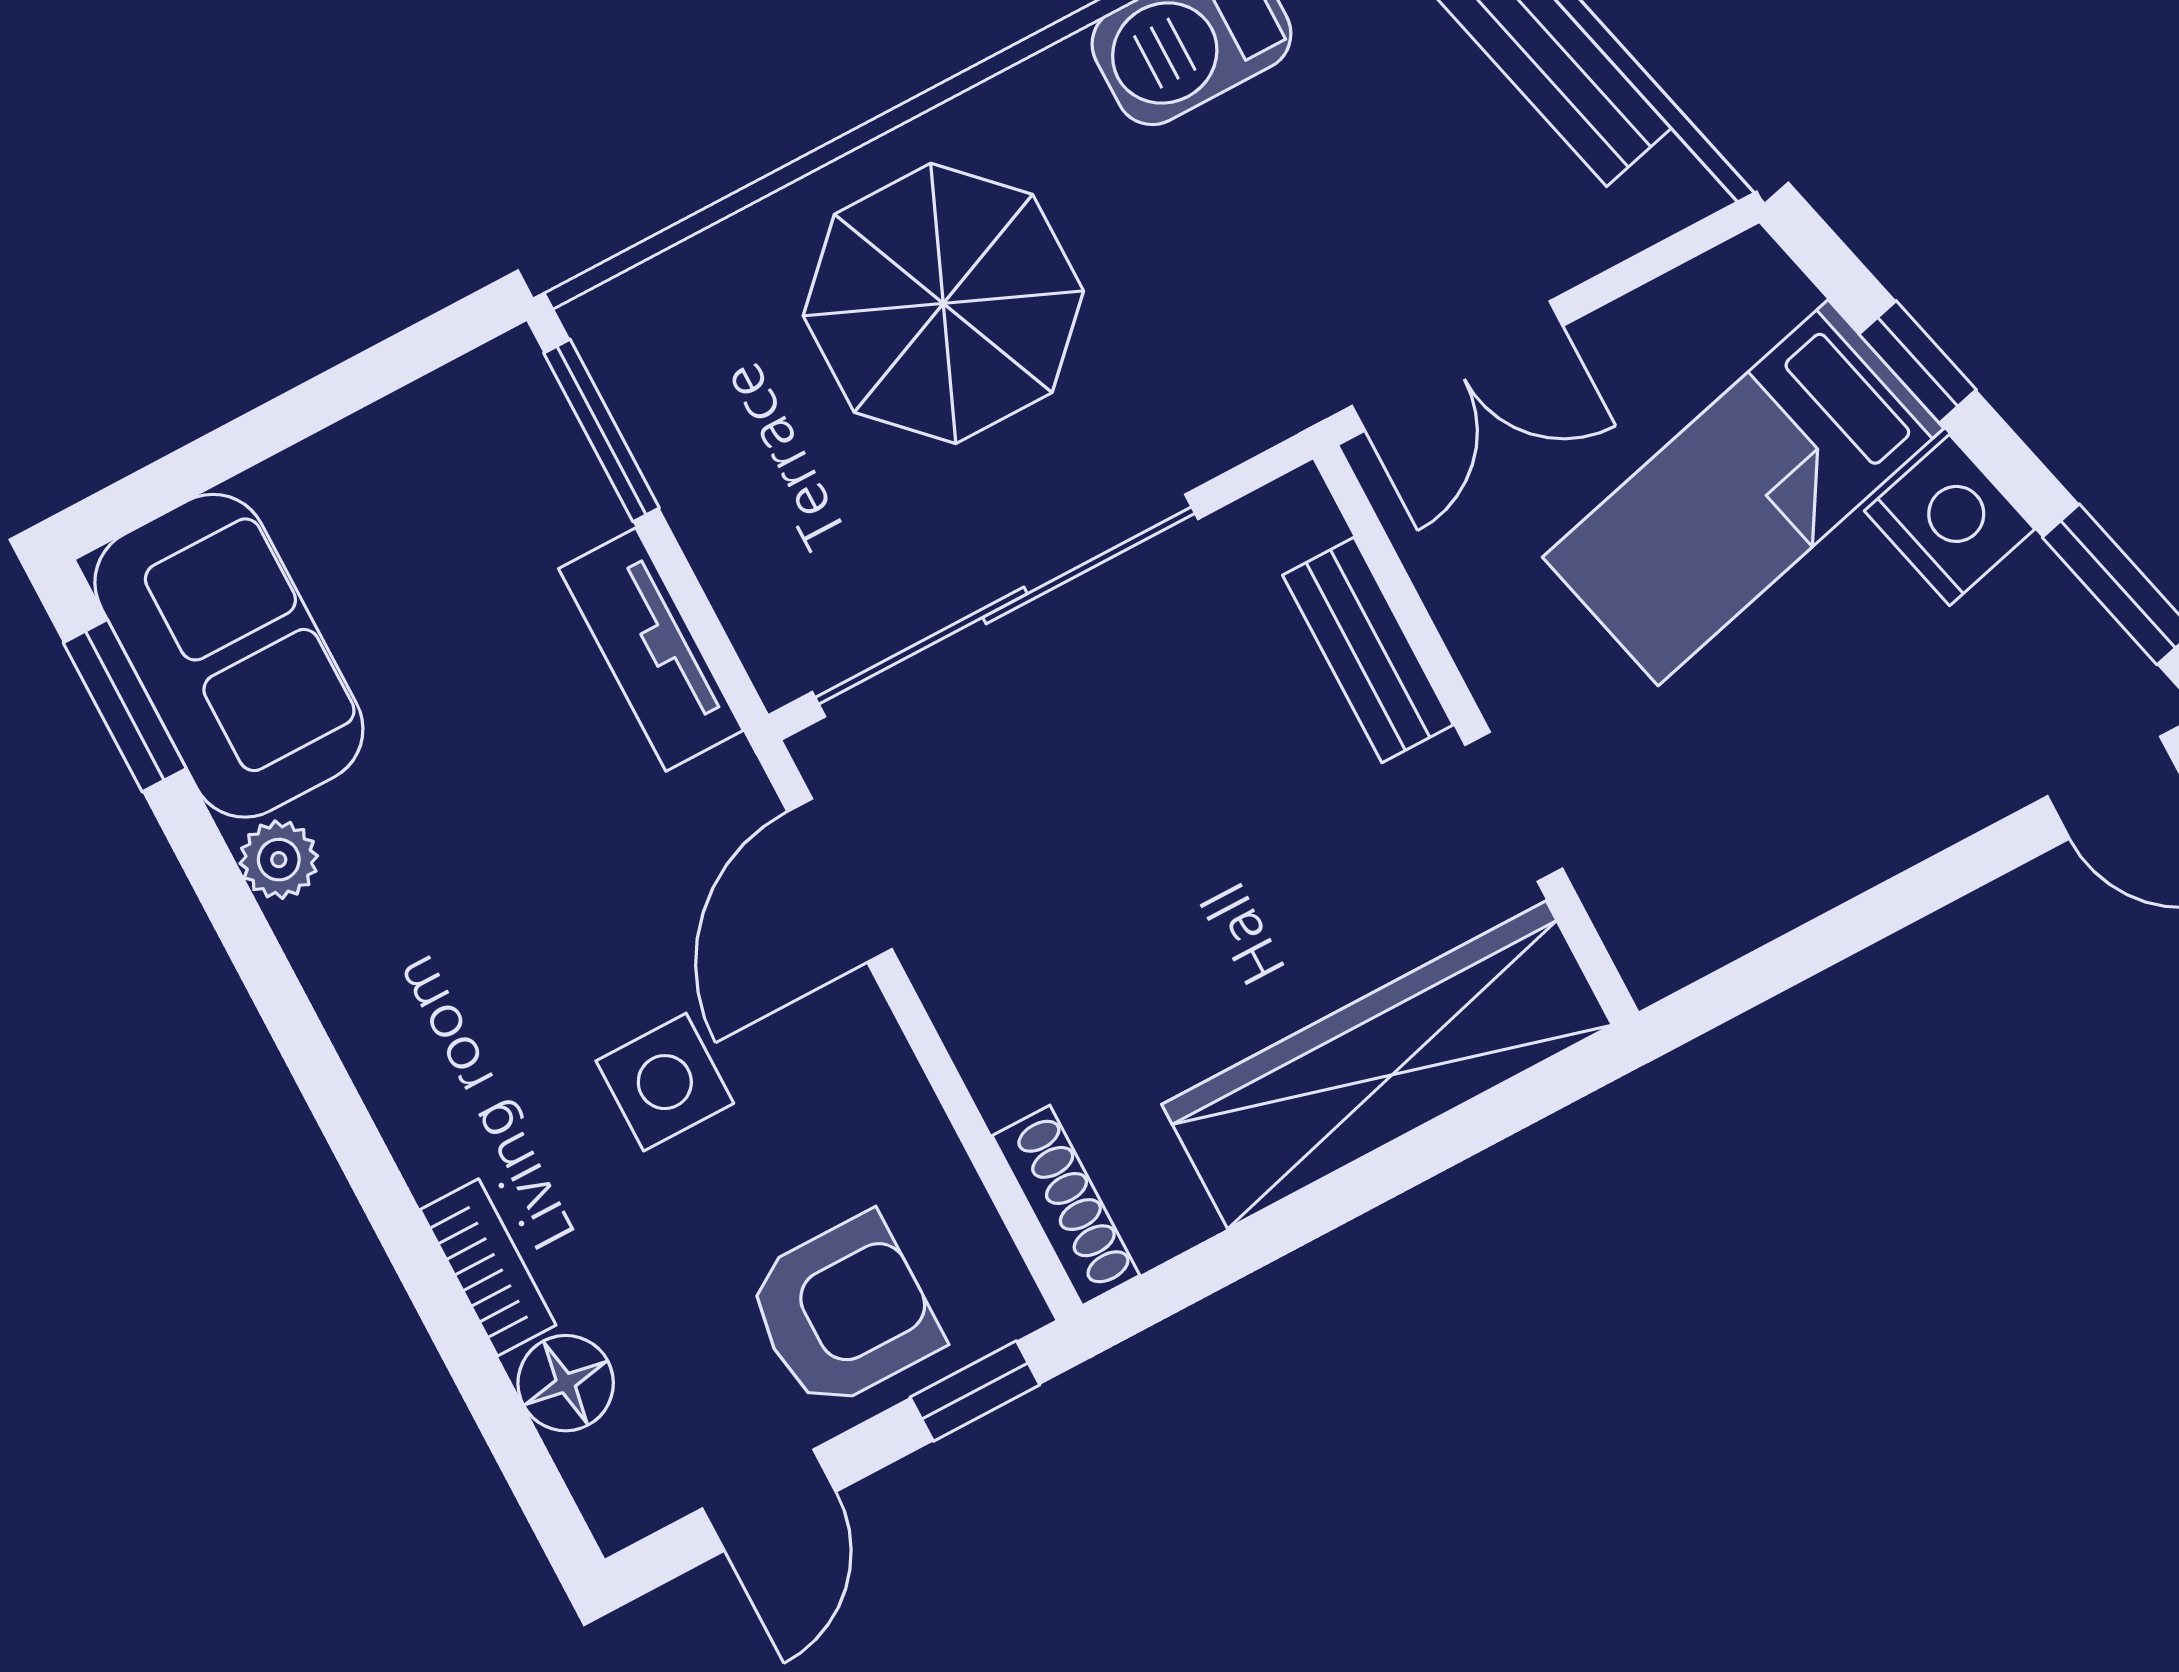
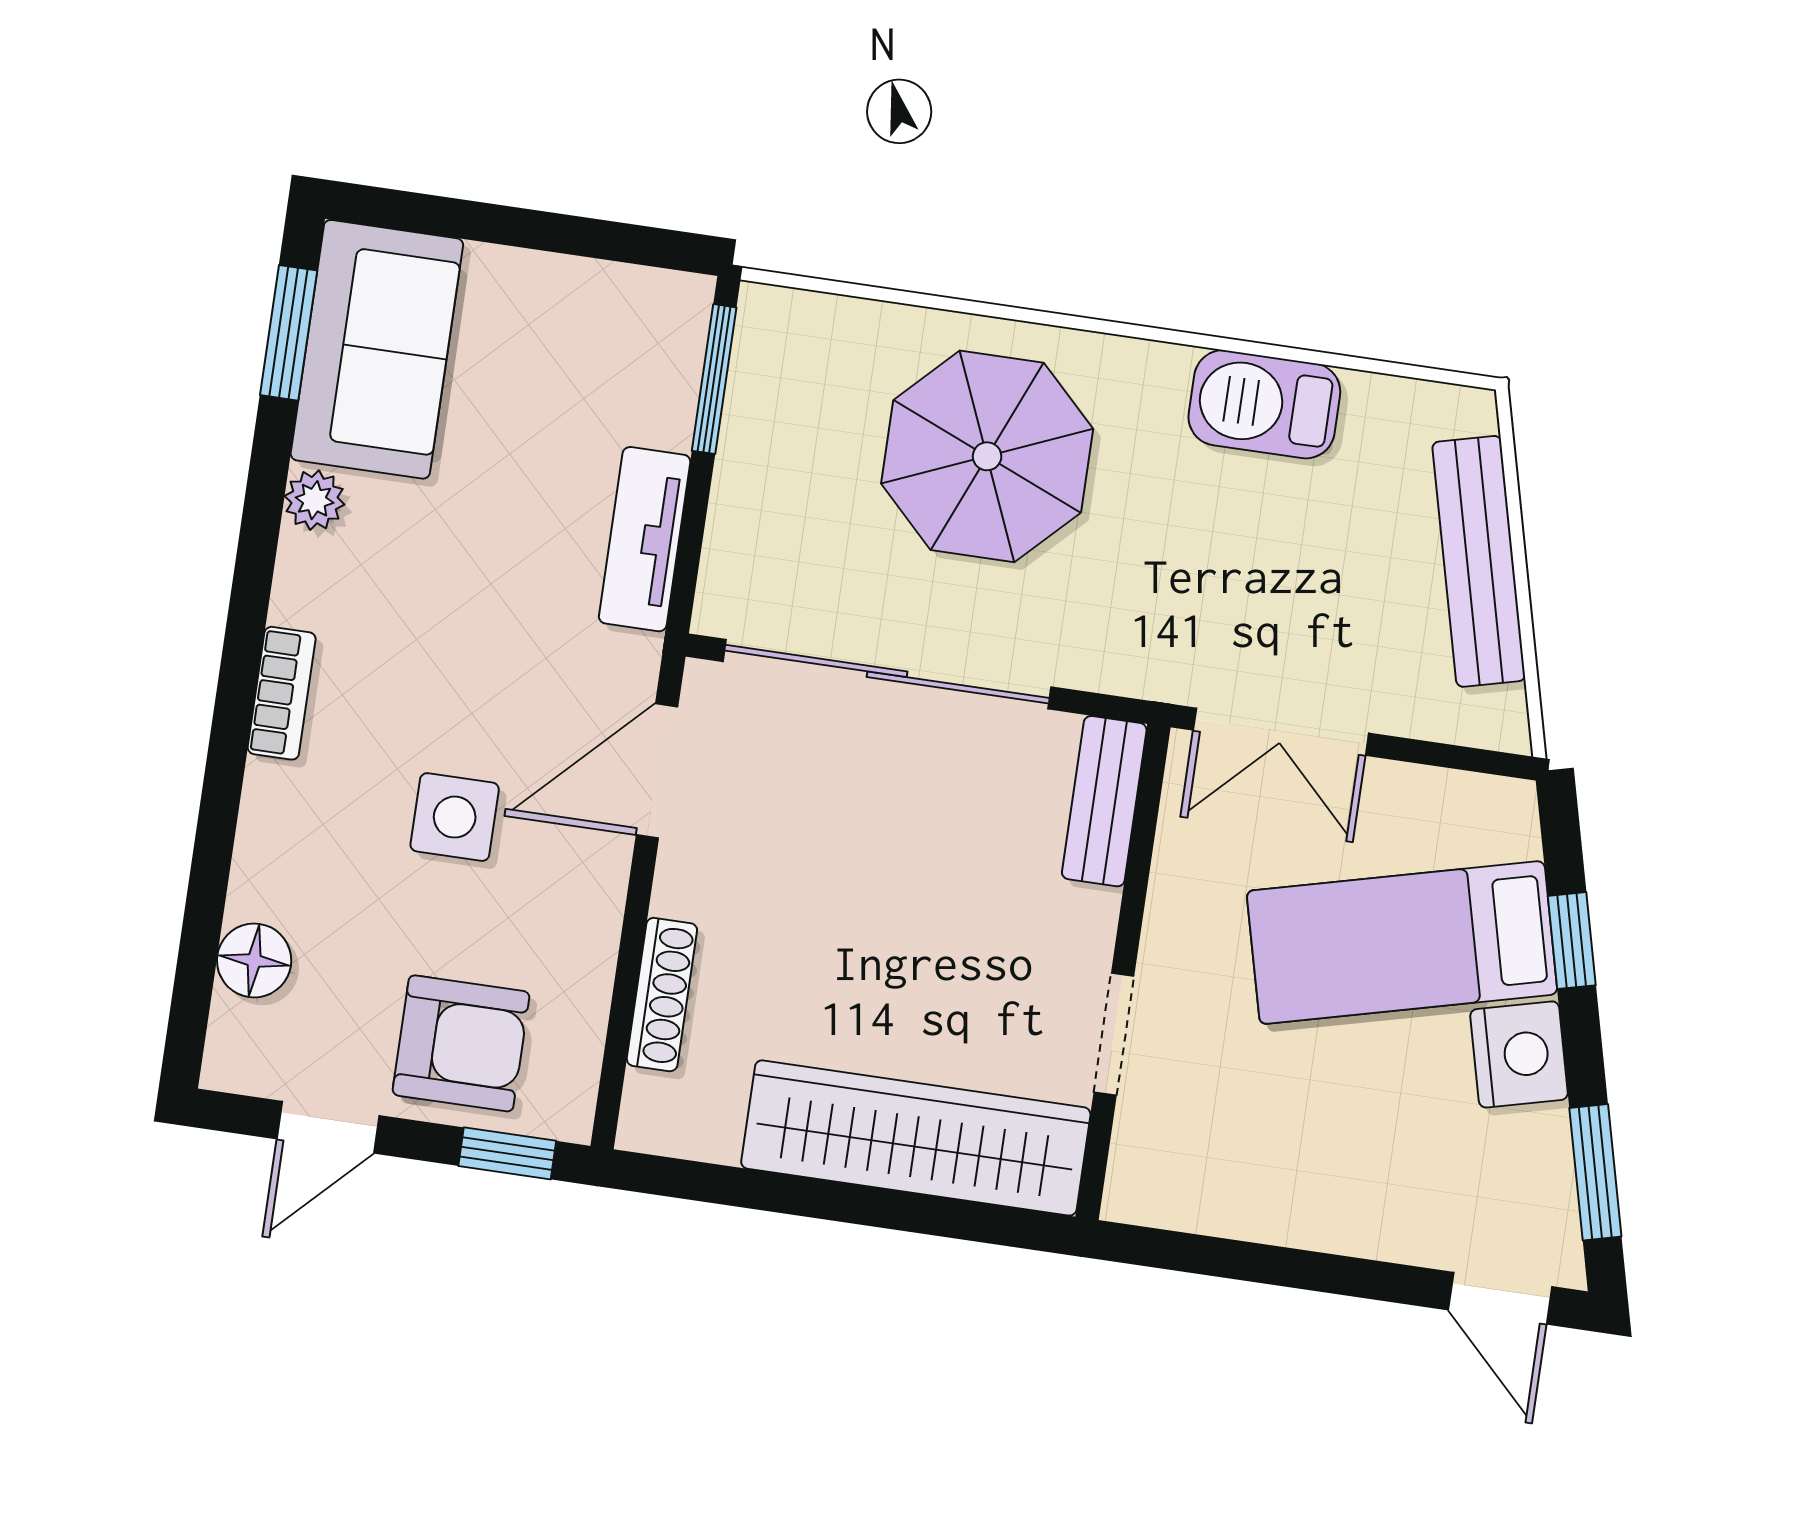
bench: (1368, 650) -> (1104, 801), moved
shoe rack: (1066, 1206) -> (662, 995), moved
bookcase: (488, 1267) -> (282, 693), moved

